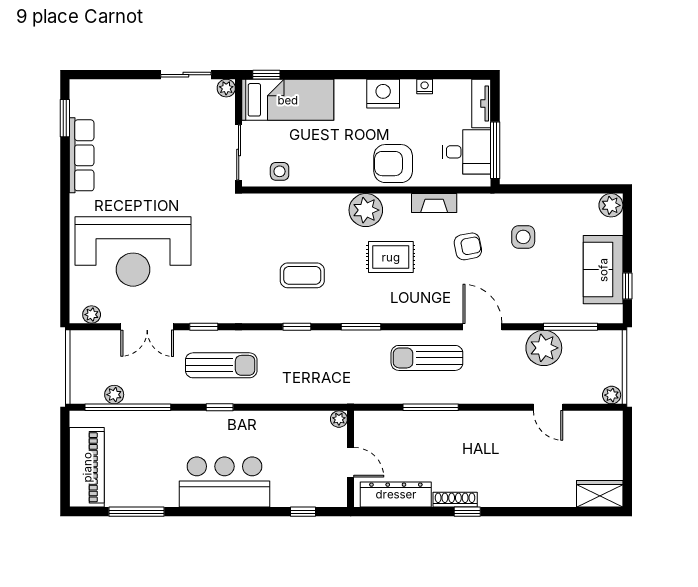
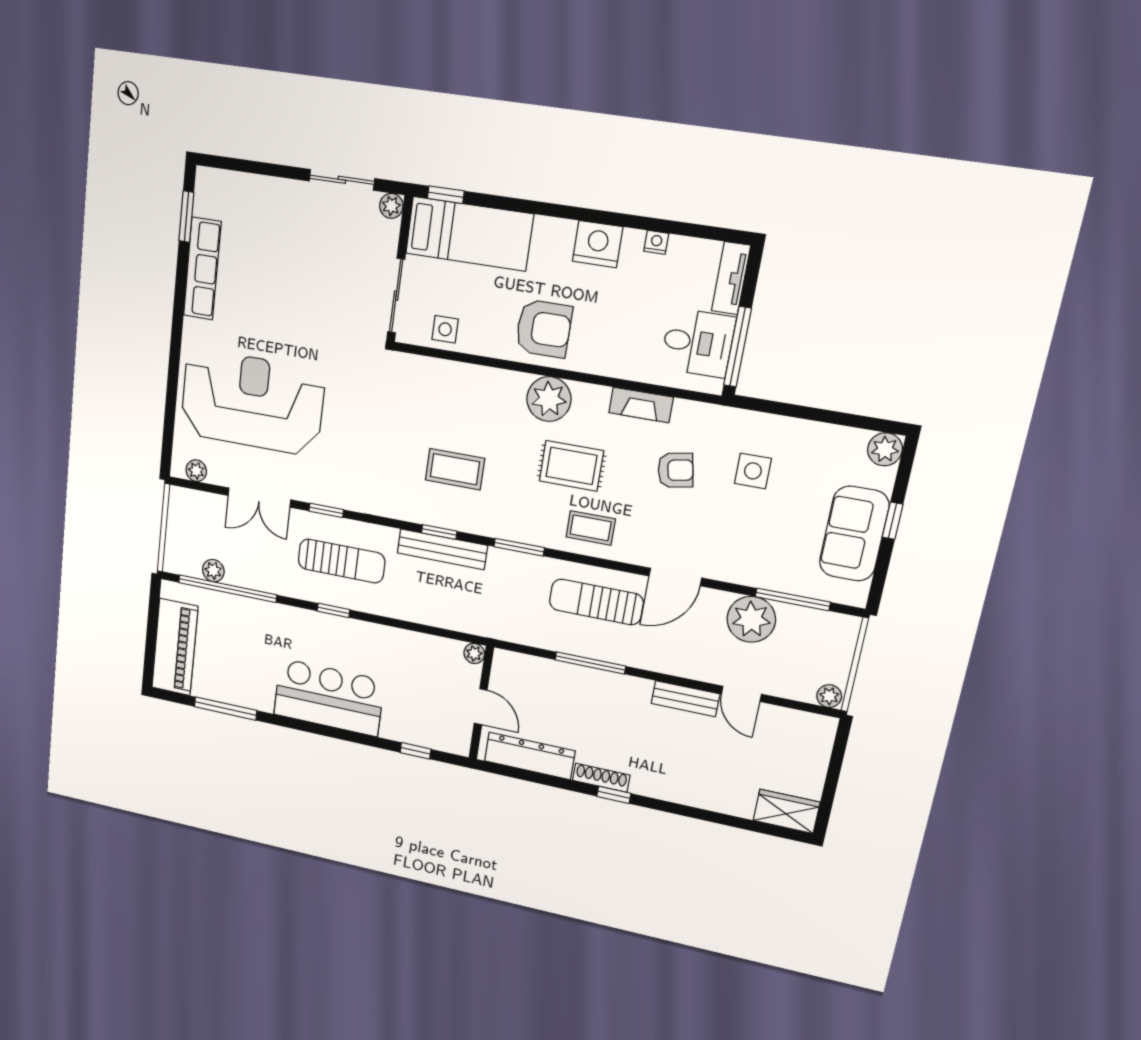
armchair: (393, 164) -> (544, 329), moved, turned 180
reception desk: (133, 251) -> (252, 402), turned 180
window: (627, 286) -> (893, 521), moved
coffee table: (413, 301) -> (591, 528), added
door: (482, 327) -> (675, 577), swing flipped
bench: (301, 340) -> (442, 549), added
bench: (508, 420) -> (685, 699), added

